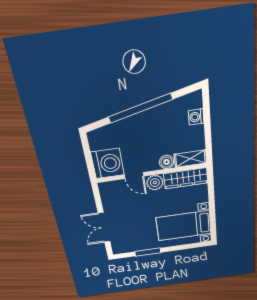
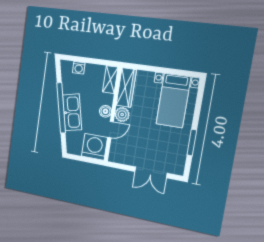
kitchen sink: (139, 124) -> (72, 112), added
boiler: (167, 162) -> (105, 111), moved

